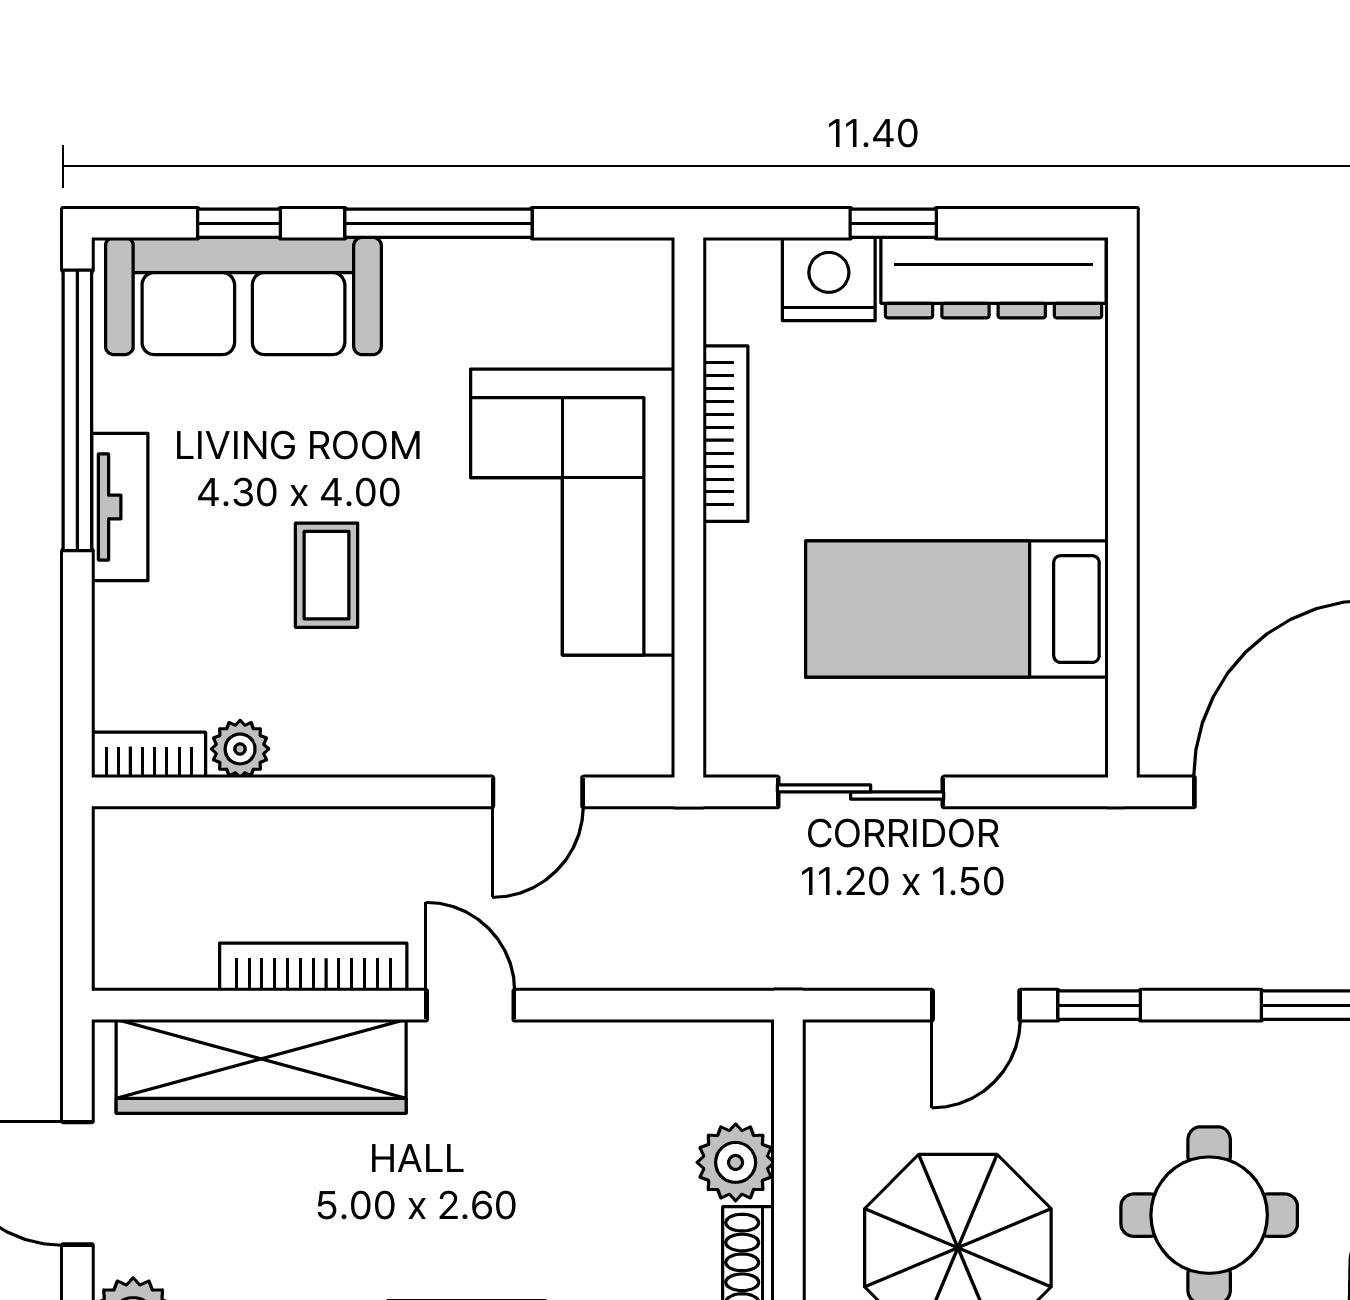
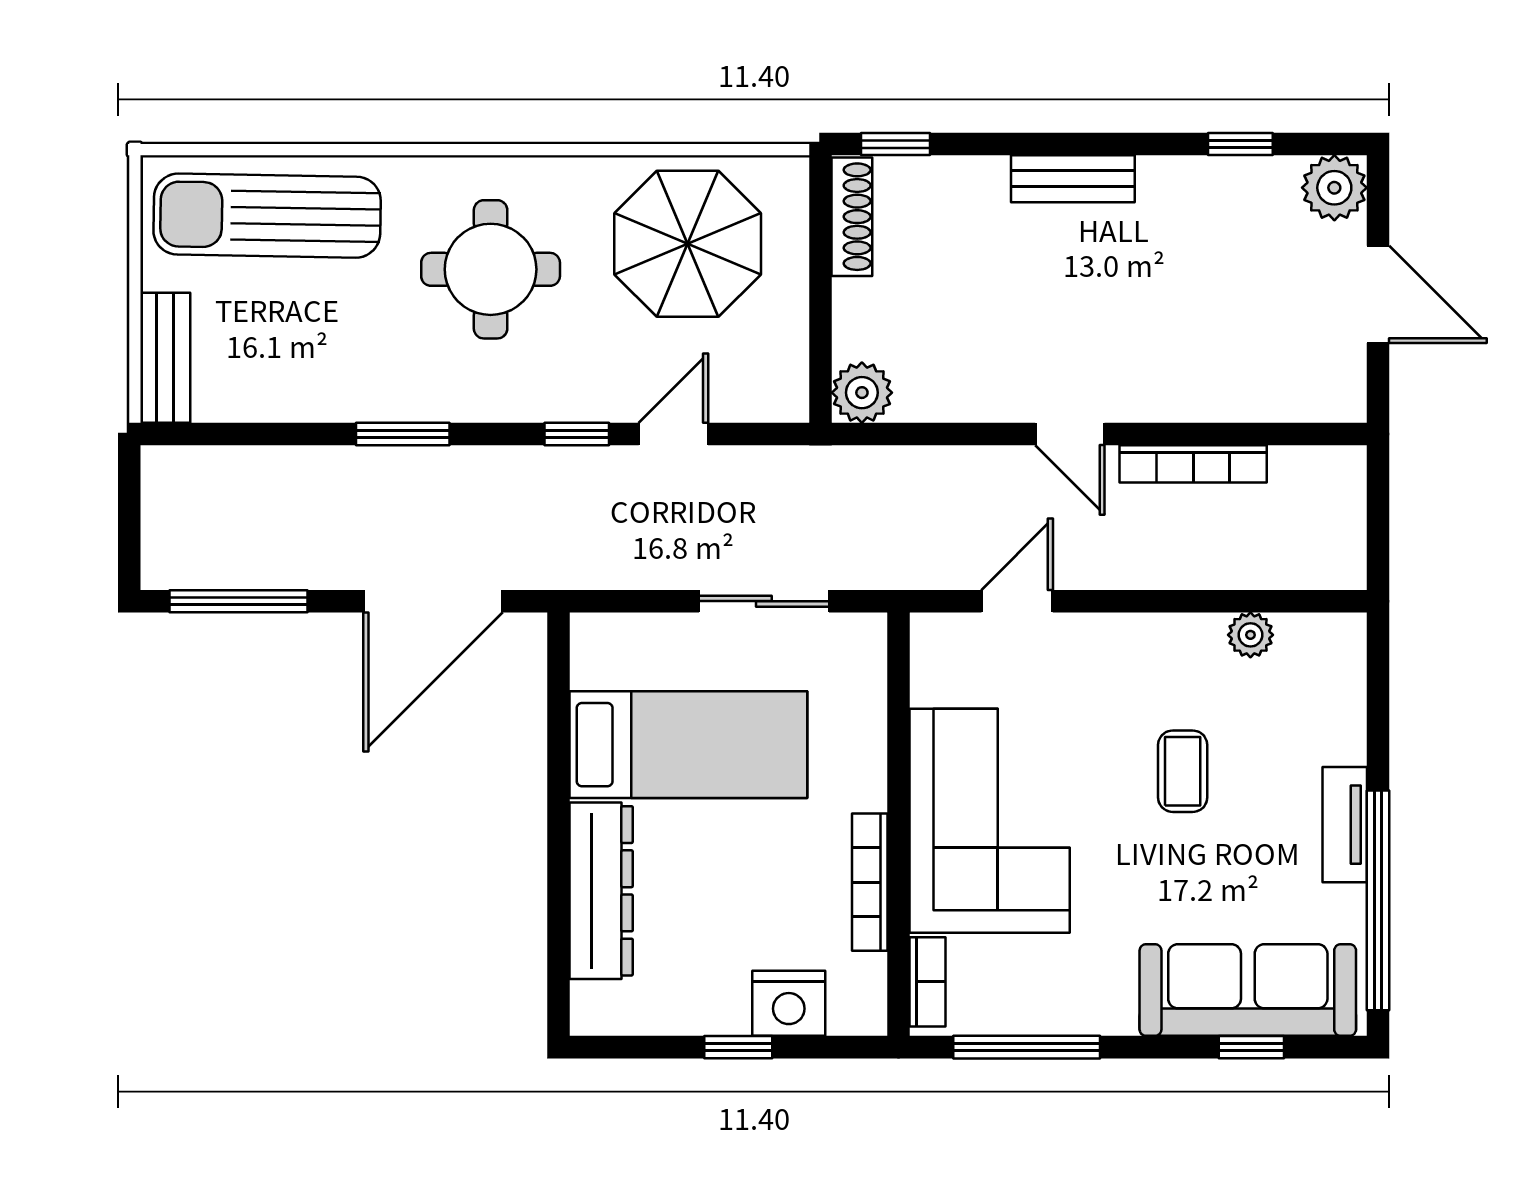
window: (439, 223) -> (1027, 1047), moved
dresser: (994, 278) -> (601, 891), moved, turned 90
bookcase: (149, 755) -> (928, 982), moved, turned -90
wardrobe: (261, 1066) -> (1234, 386), removed
plant: (736, 1162) -> (862, 393), moved

